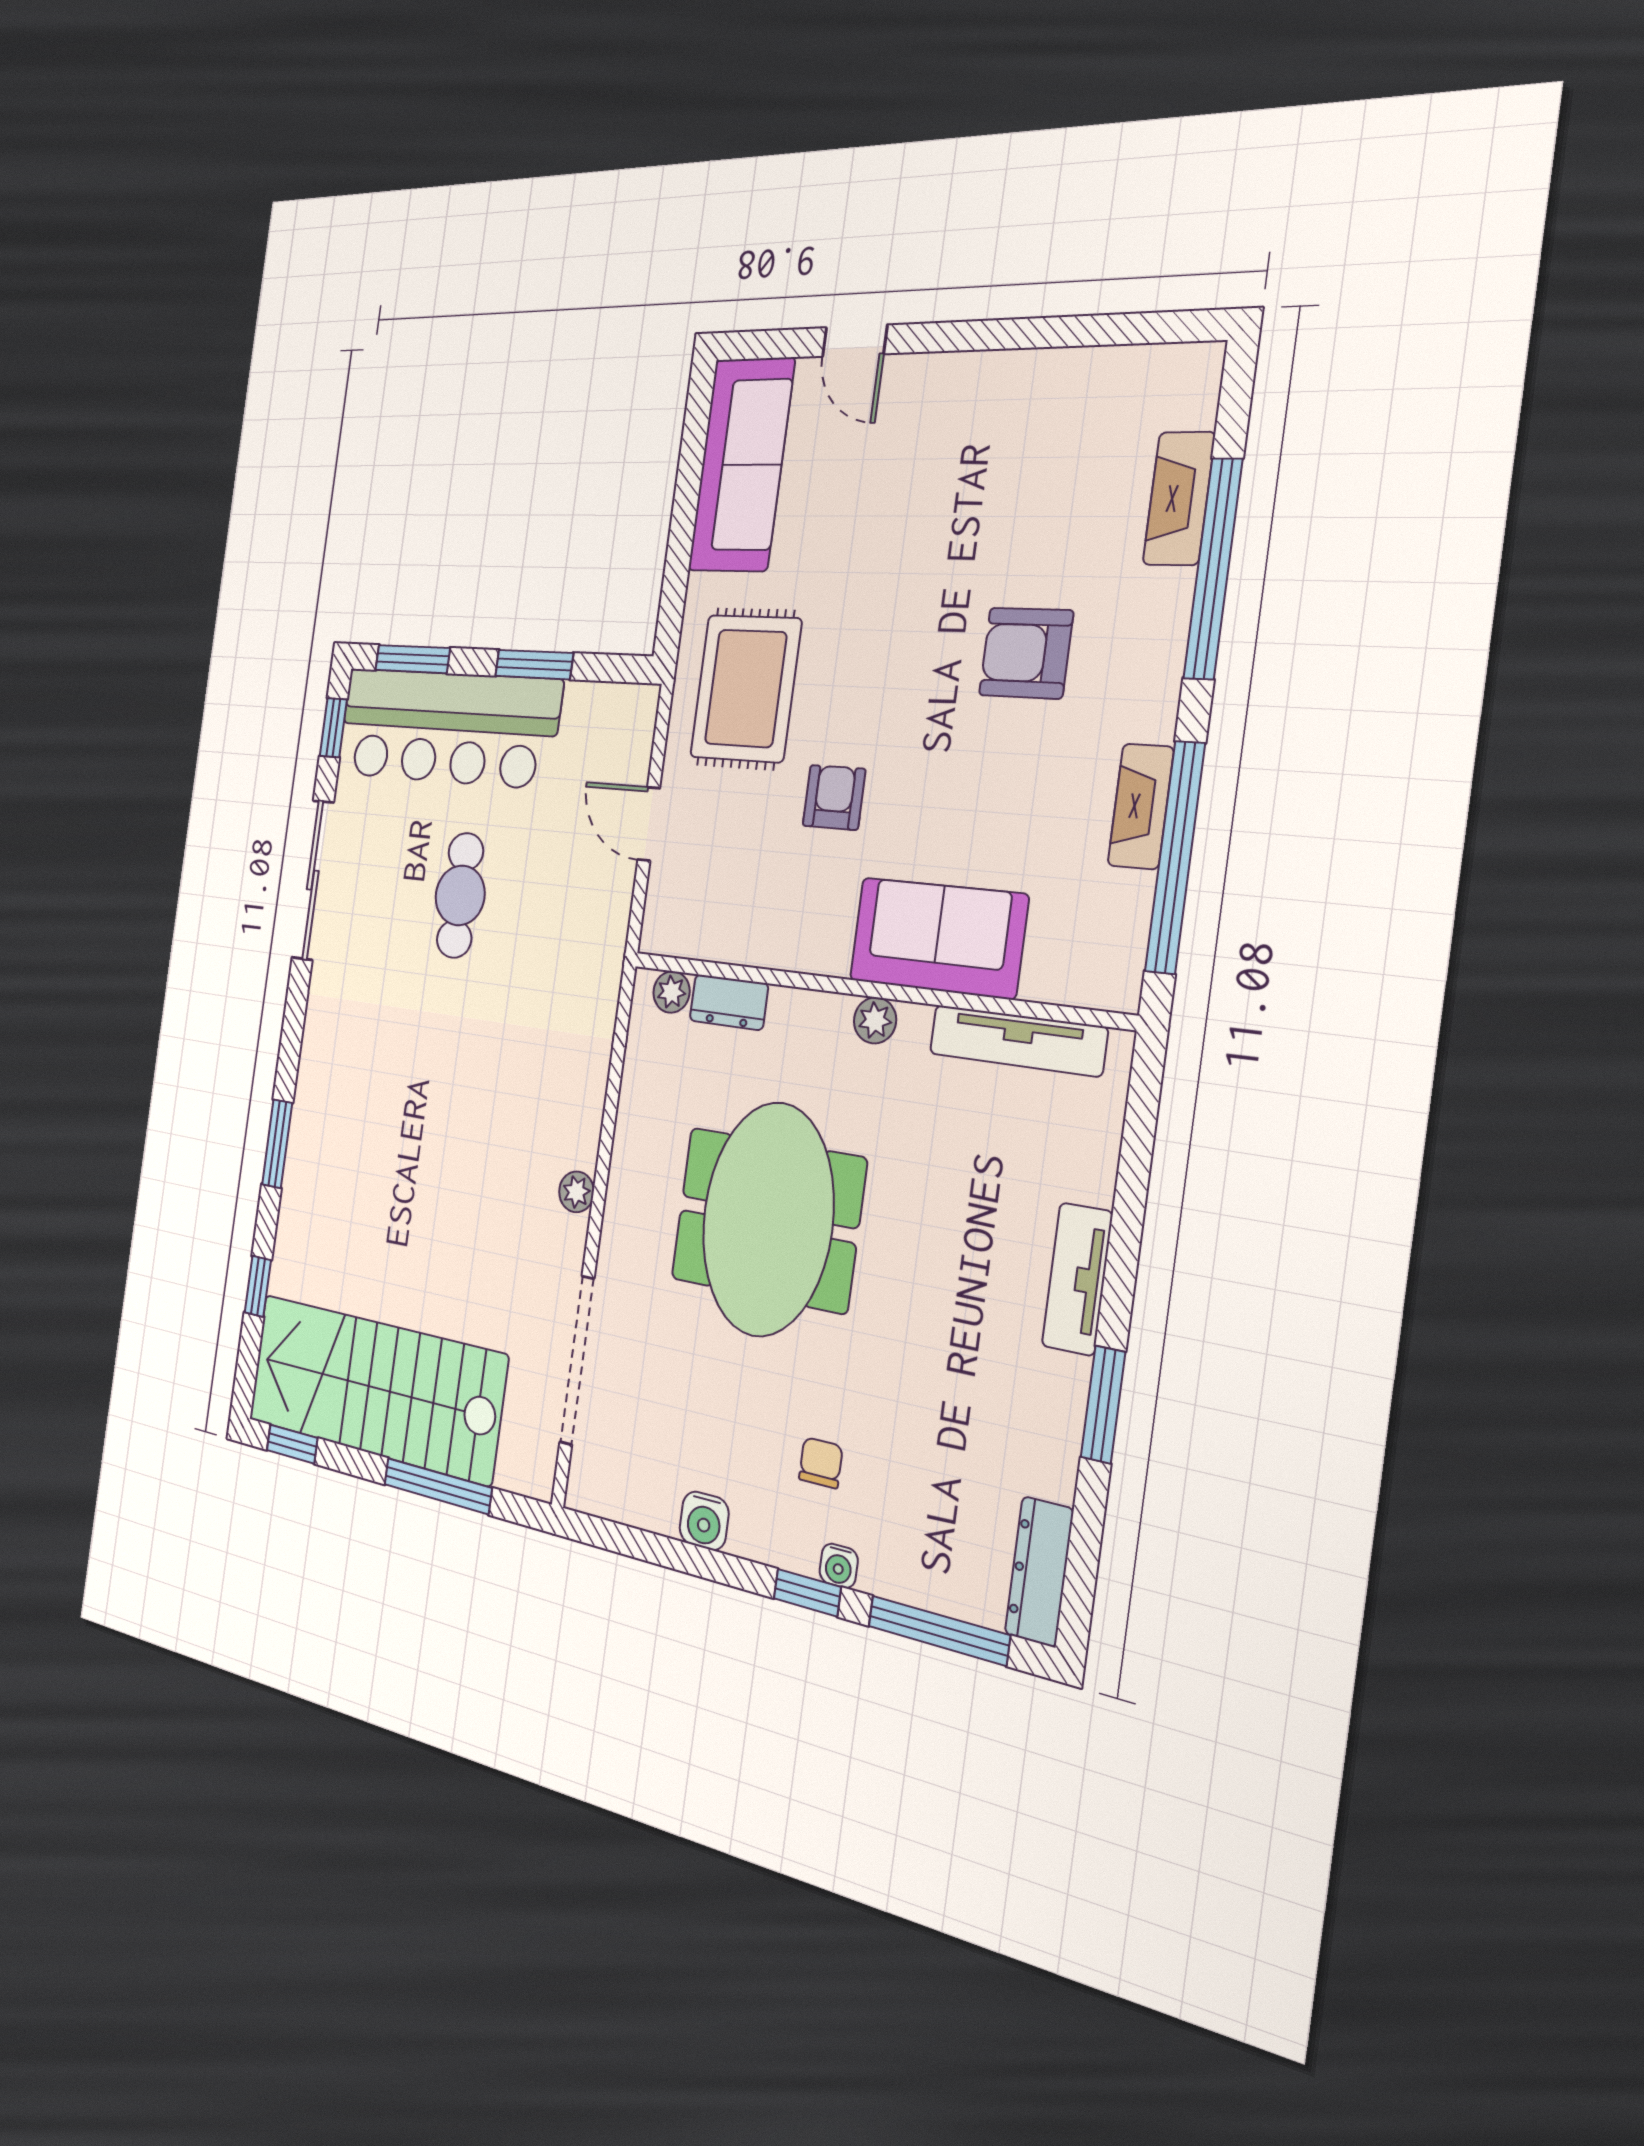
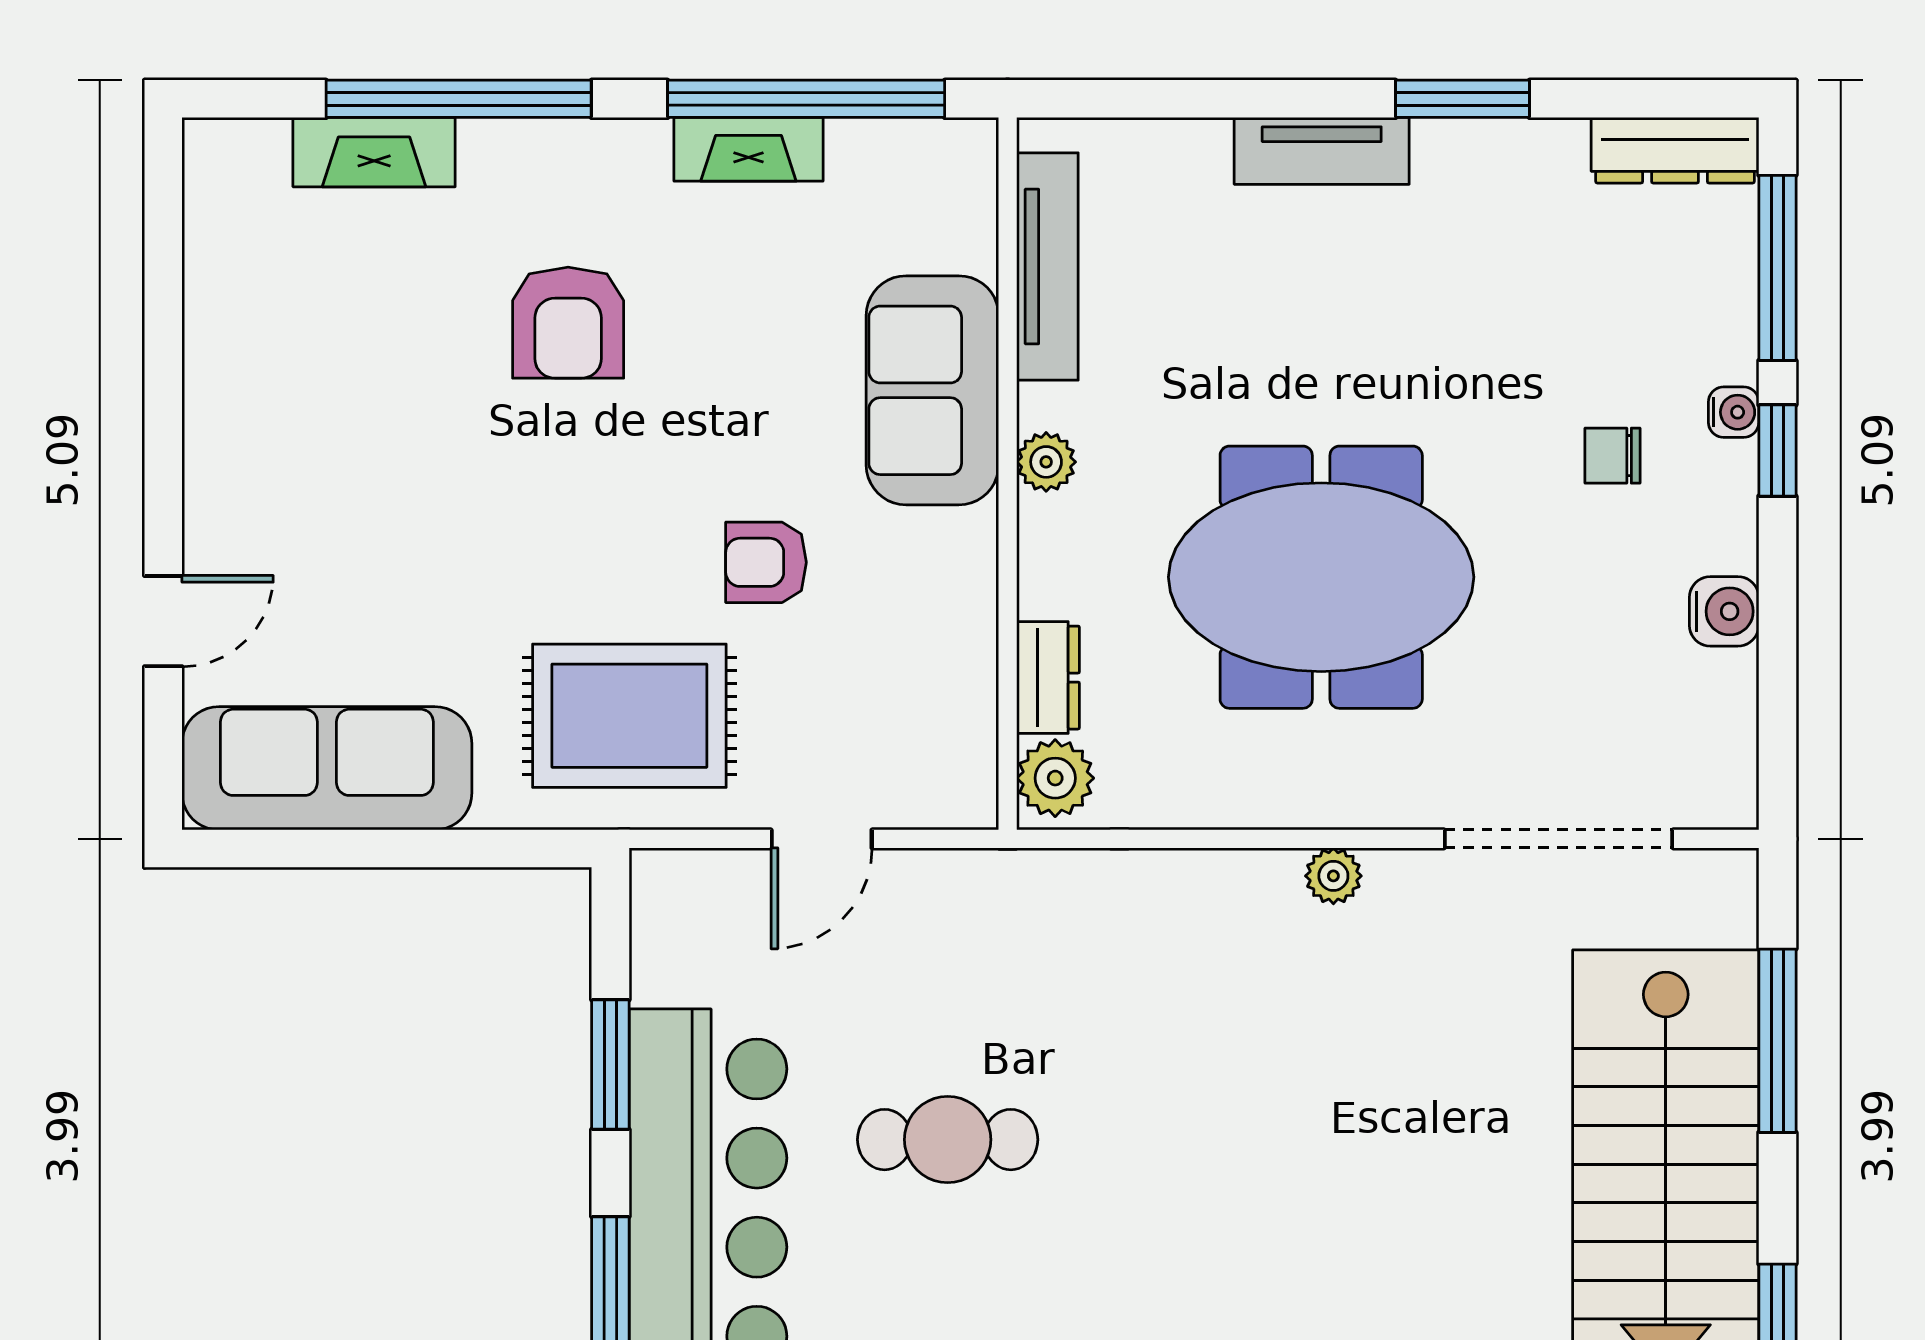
plant: (671, 992) -> (1055, 778), width x1.38, depth x1.38

